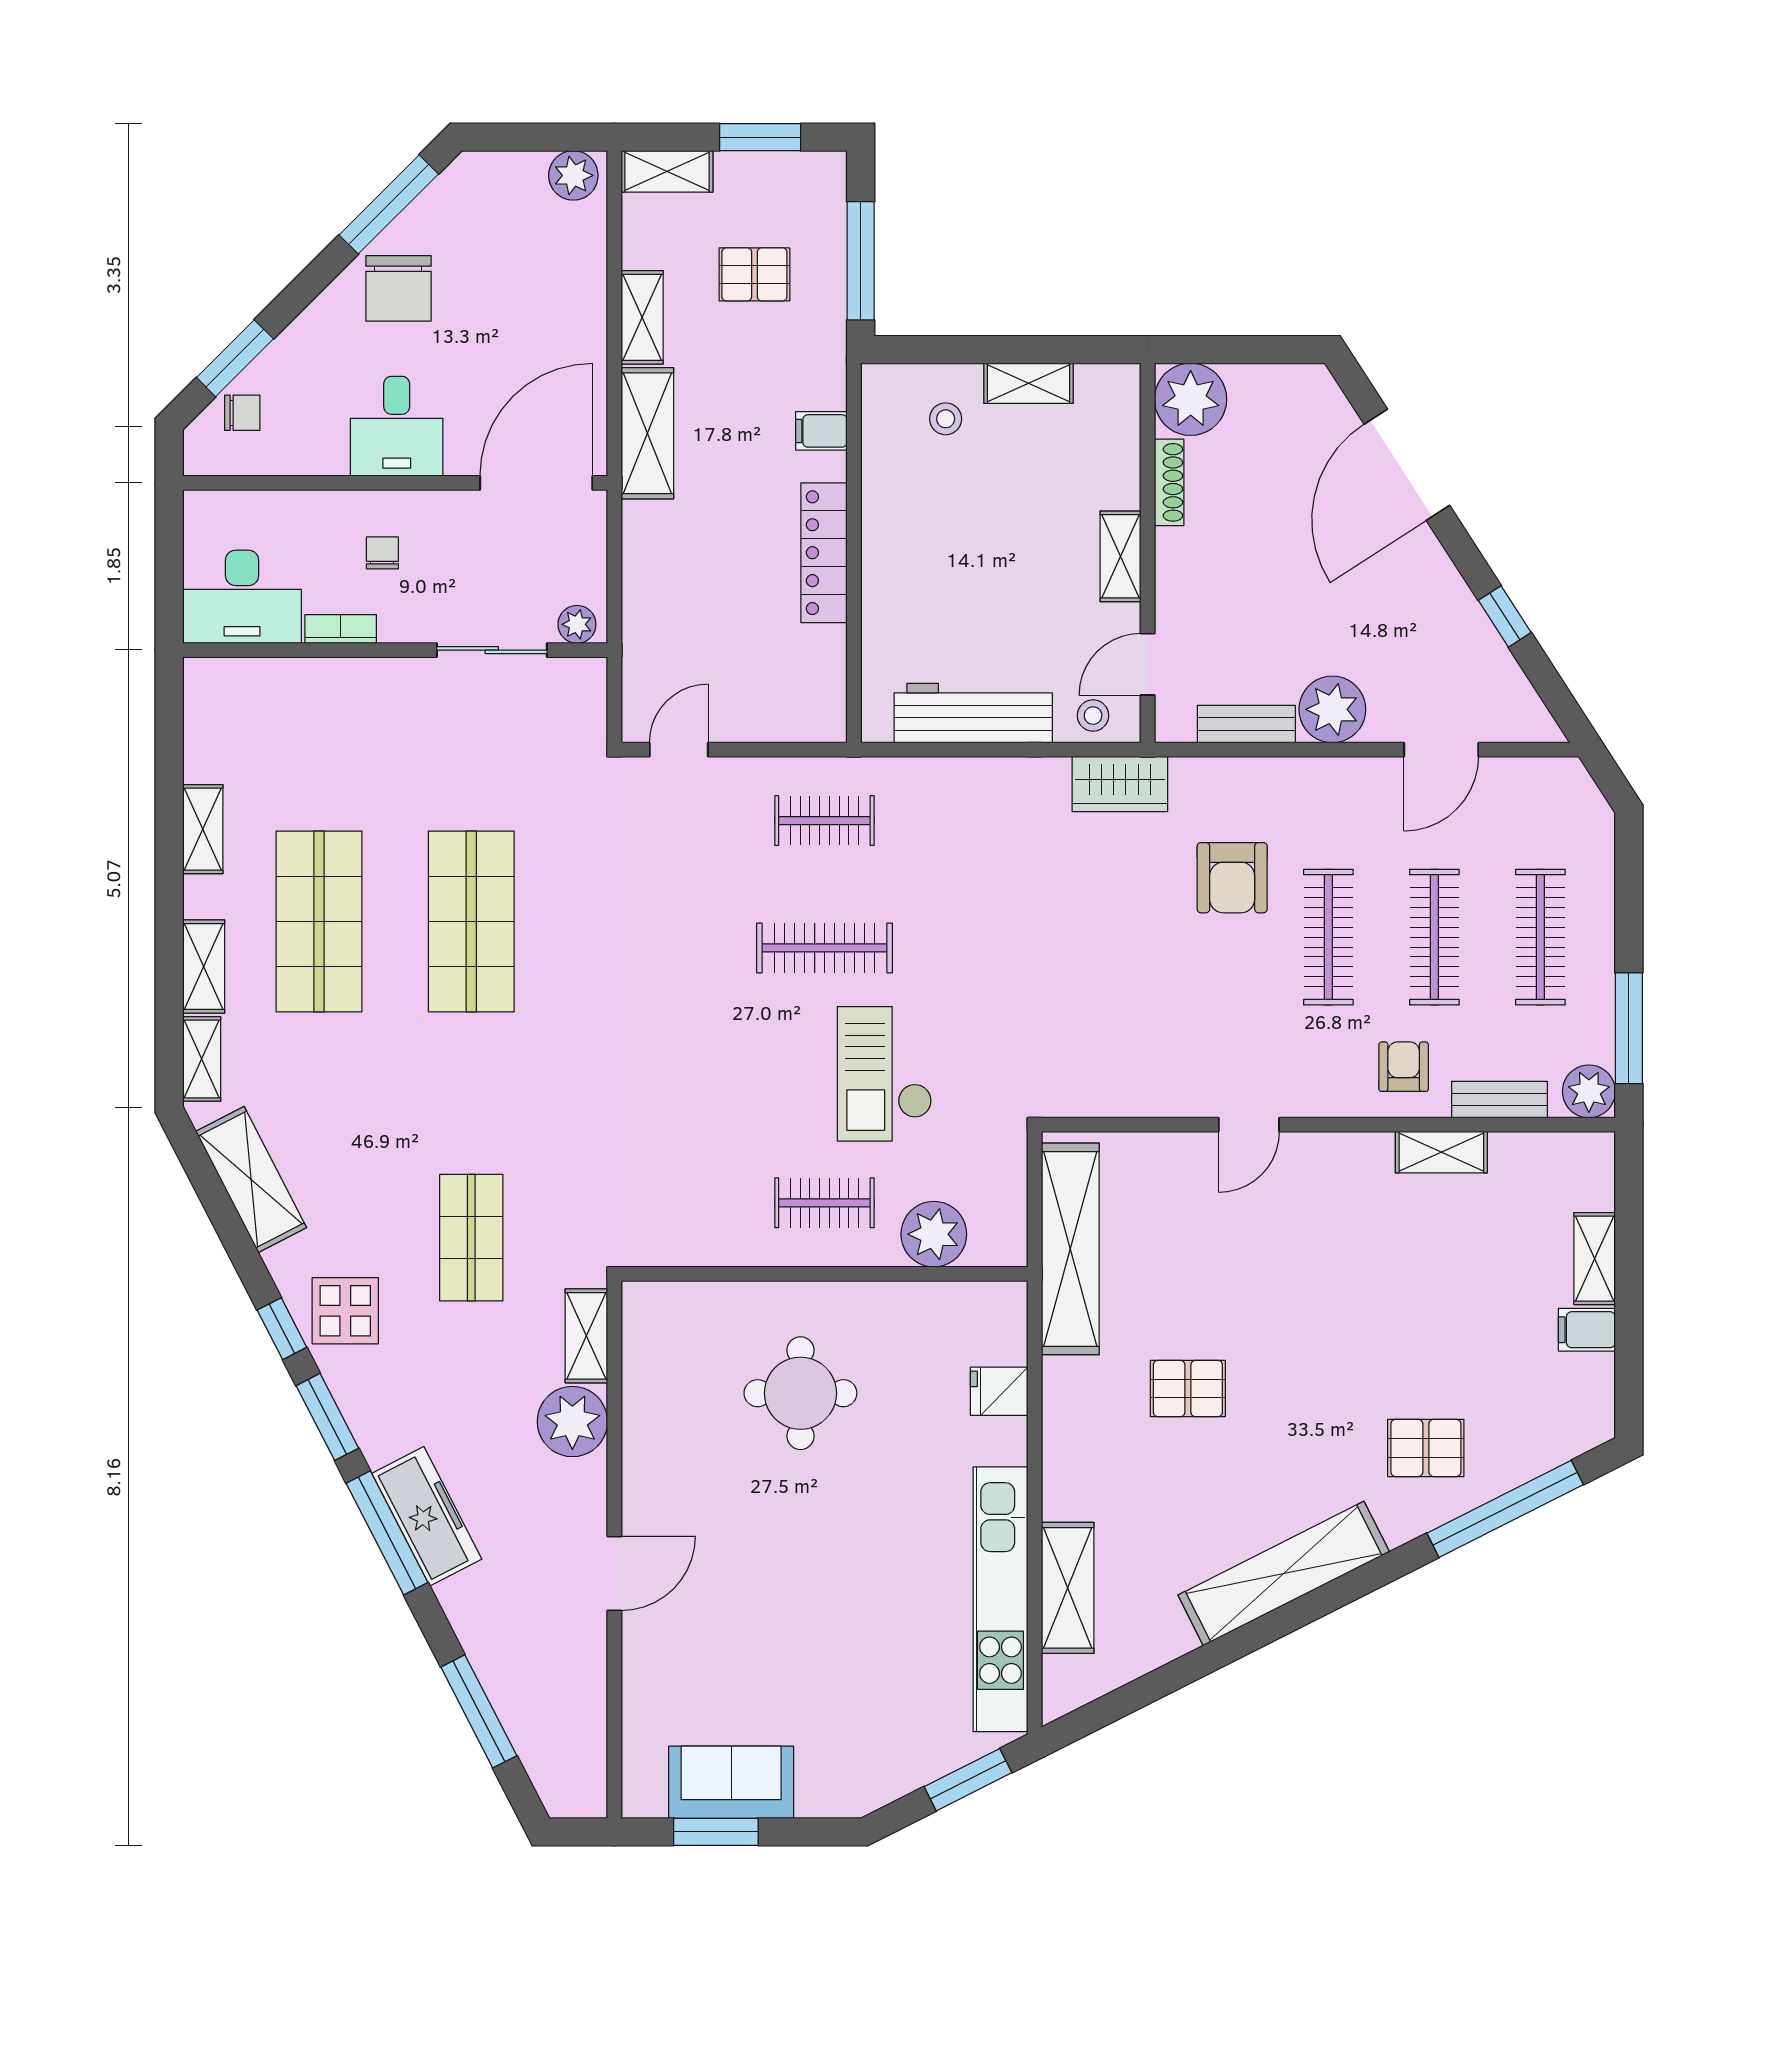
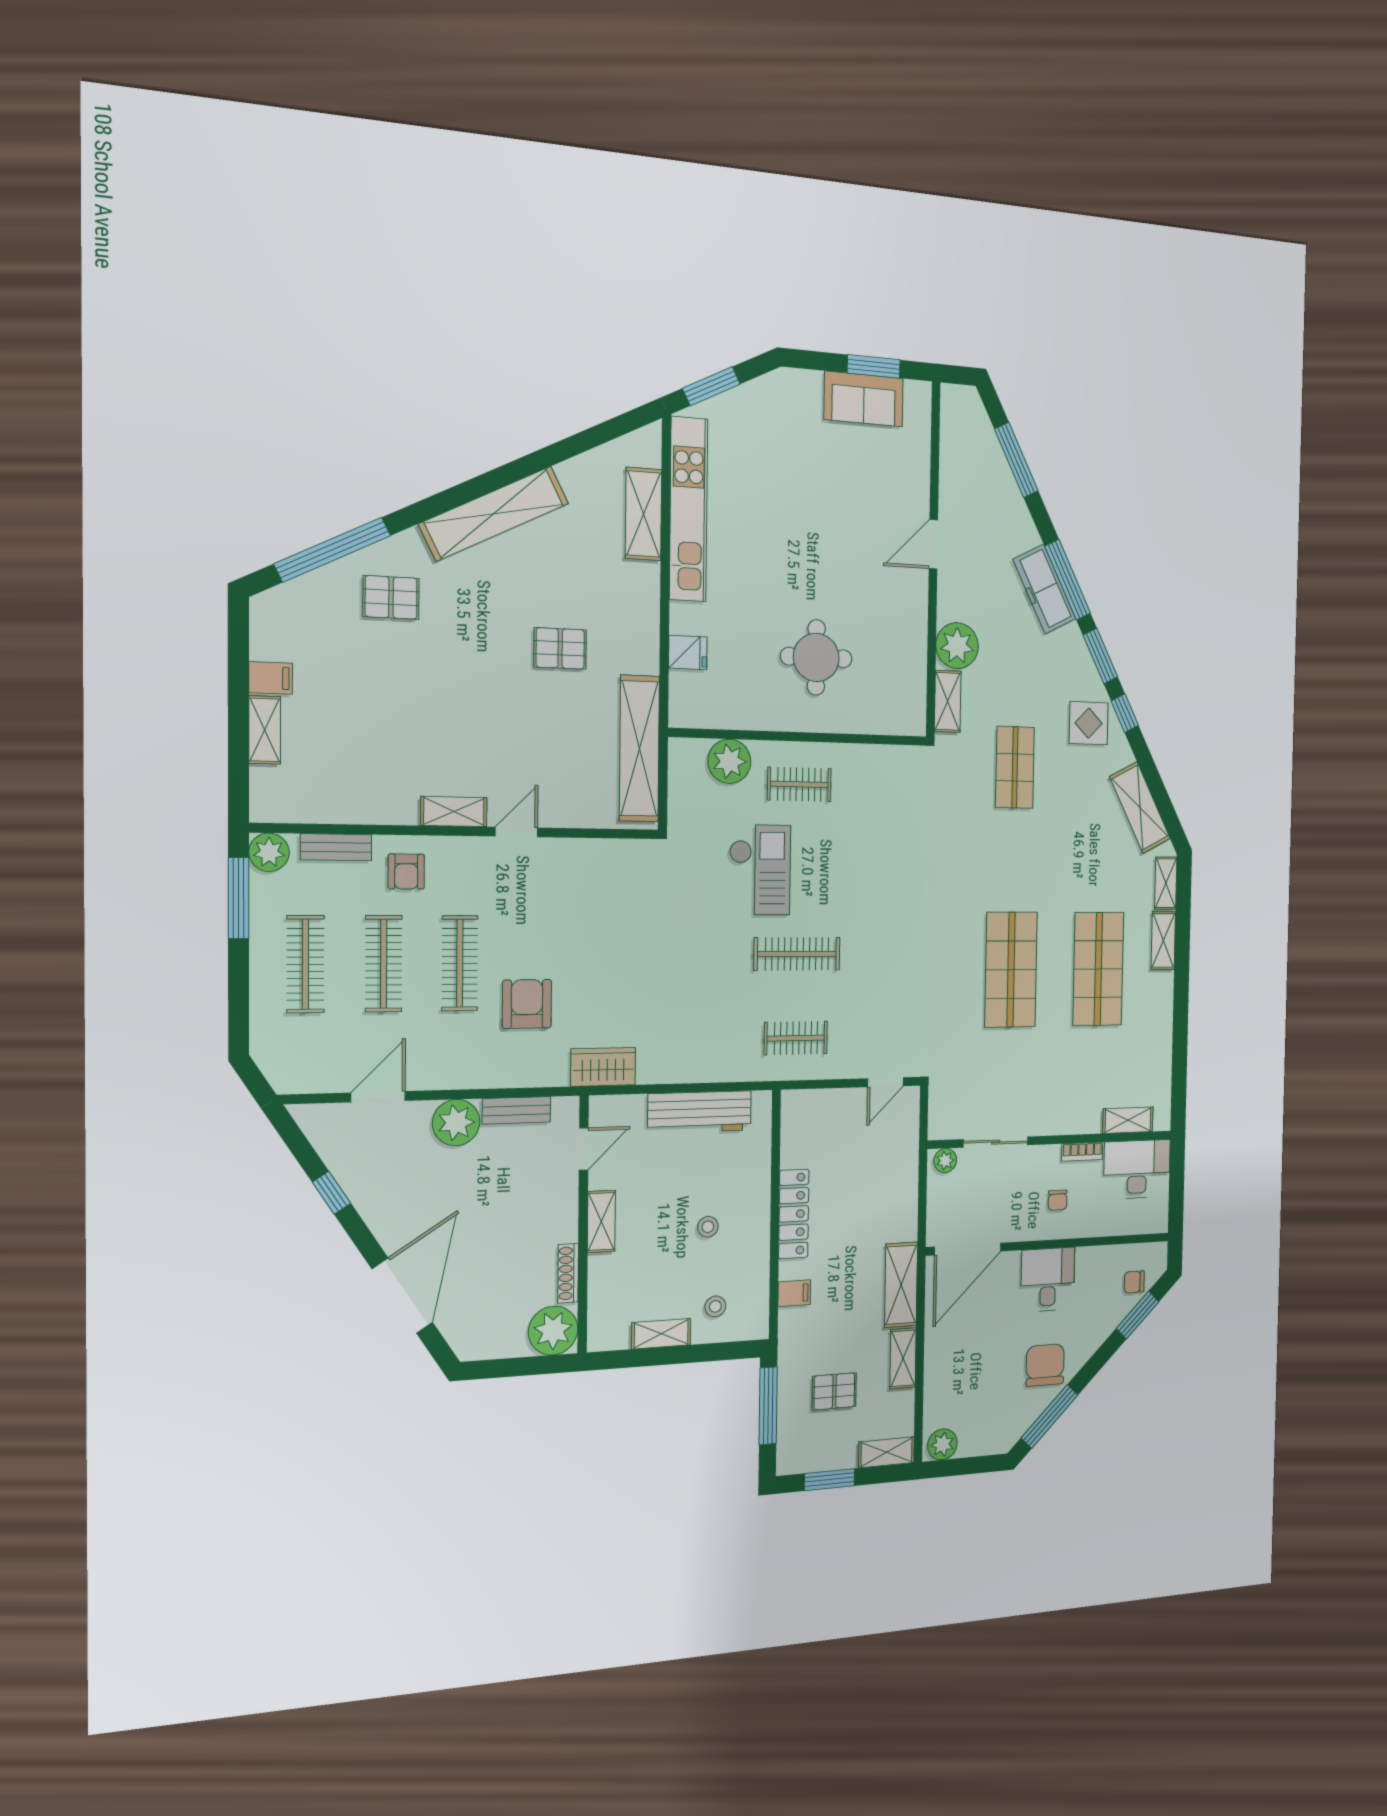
stool: (1093, 716) -> (708, 1227), moved
shelving: (203, 829) -> (1128, 1120), moved, turned 90
shelving: (1441, 1152) -> (454, 812), moved

